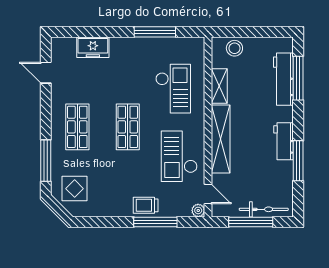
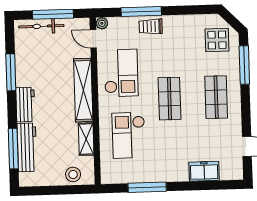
workbench: (284, 141) -> (25, 105), moved
trolley: (146, 205) -> (151, 27), turned 180

